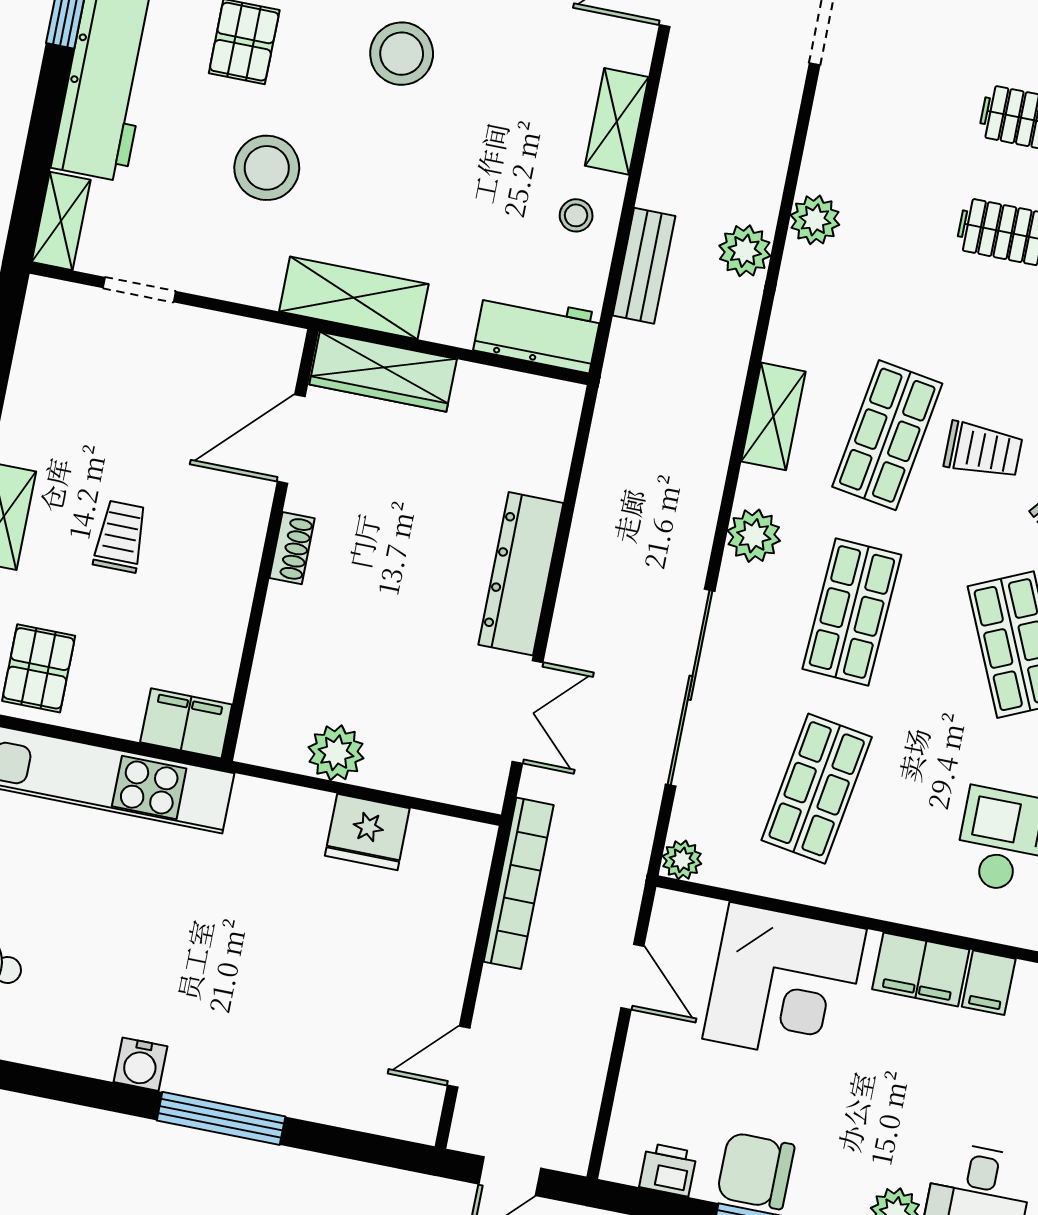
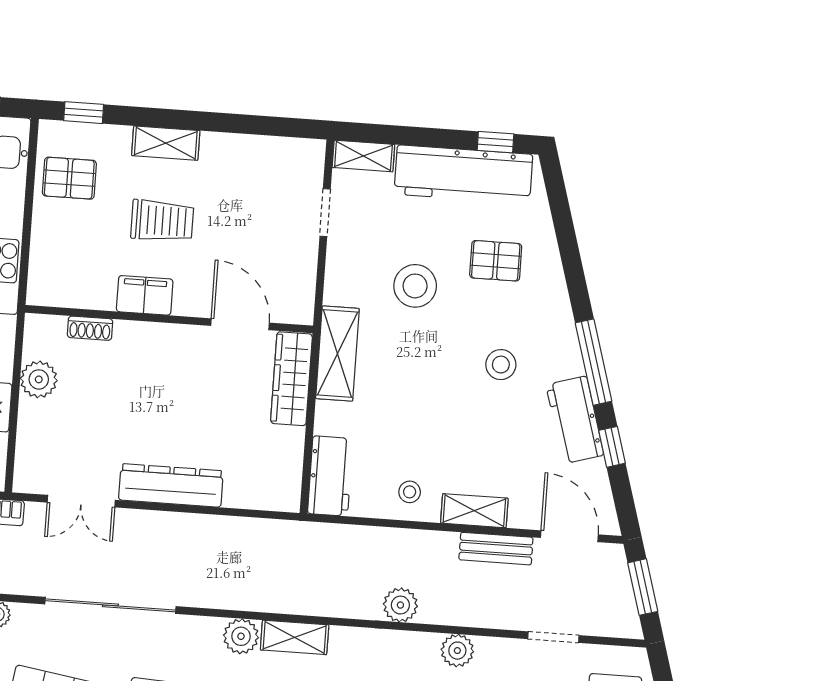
stool: (402, 54) -> (501, 365), width x0.73, depth x0.73
plant: (815, 220) -> (457, 651), moved
bench: (644, 266) -> (496, 549), moved
plant: (754, 536) -> (241, 636), moved
trolley: (120, 537) -> (162, 221), width x1.36, depth x1.39
shoe rack: (292, 548) -> (90, 328), moved
filing cabinet: (186, 723) -> (145, 295), moved, turned -90

